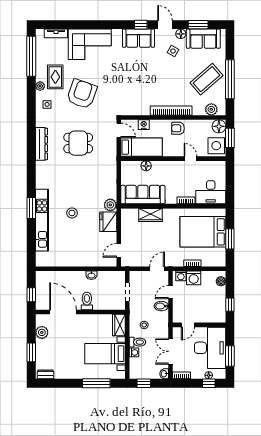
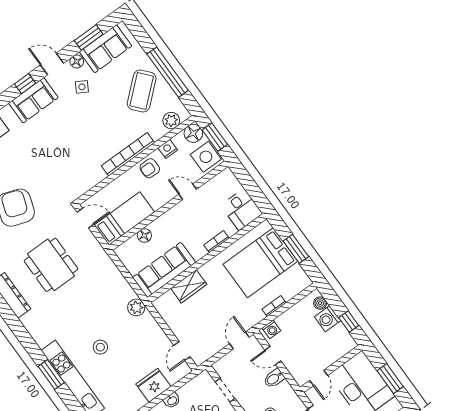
nightstand: (144, 125) -> (168, 149), moved
dining table: (78, 143) -> (51, 265), width x1.38
desk: (211, 192) -> (242, 210), width x0.73
fridge: (108, 222) -> (153, 385), moved, turned 90
washing machine: (194, 278) -> (328, 319), moved, turned 90
door: (171, 292) -> (273, 355), hinge flipped

